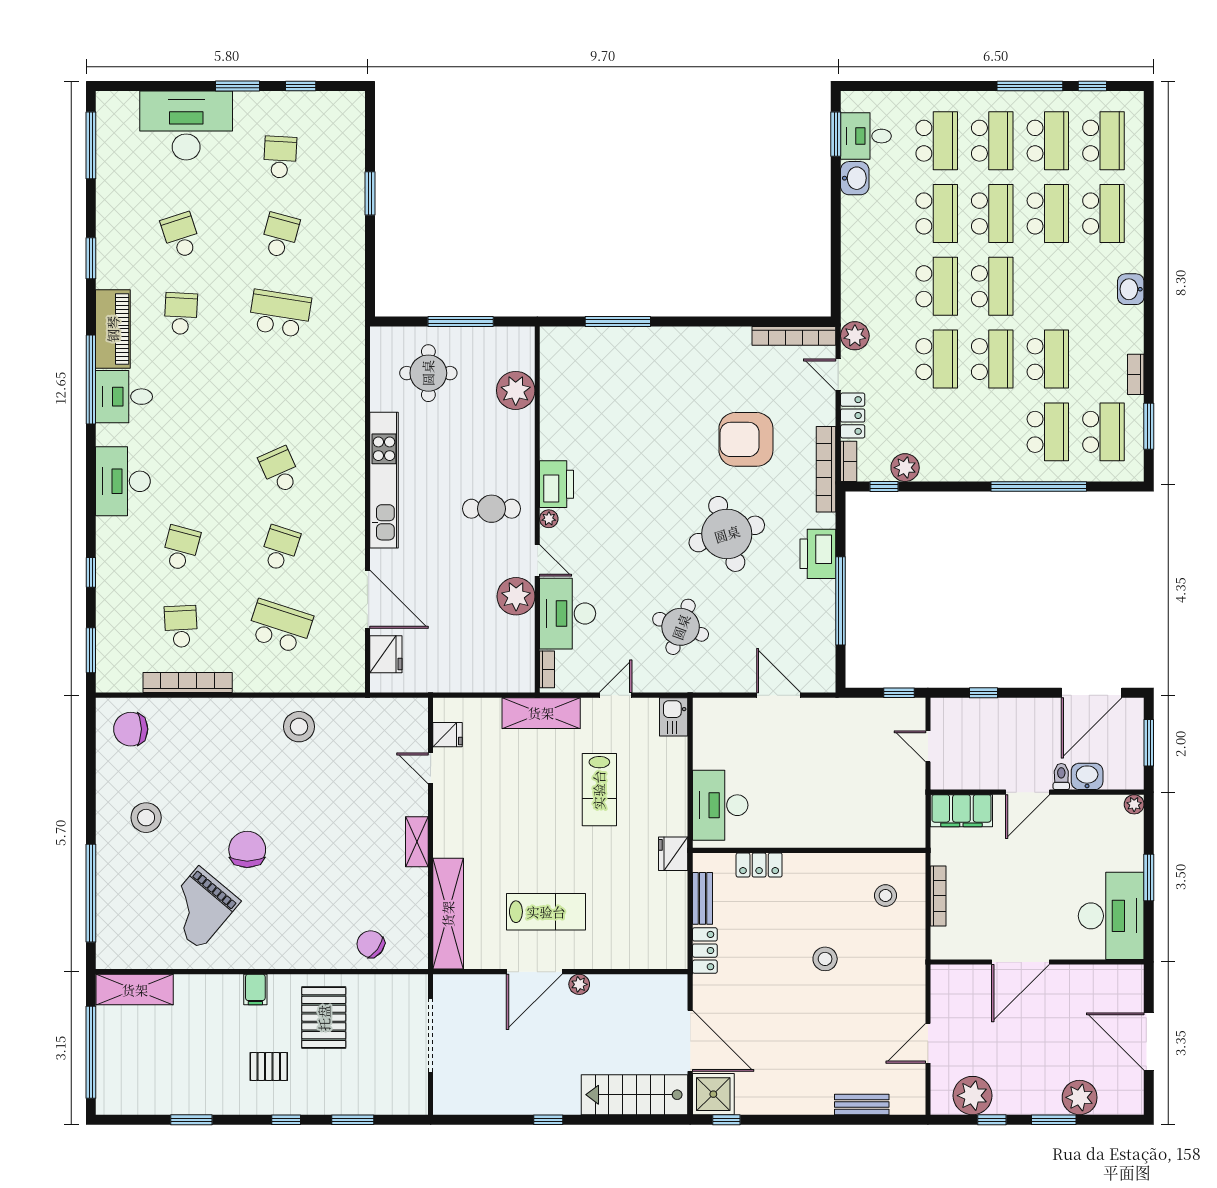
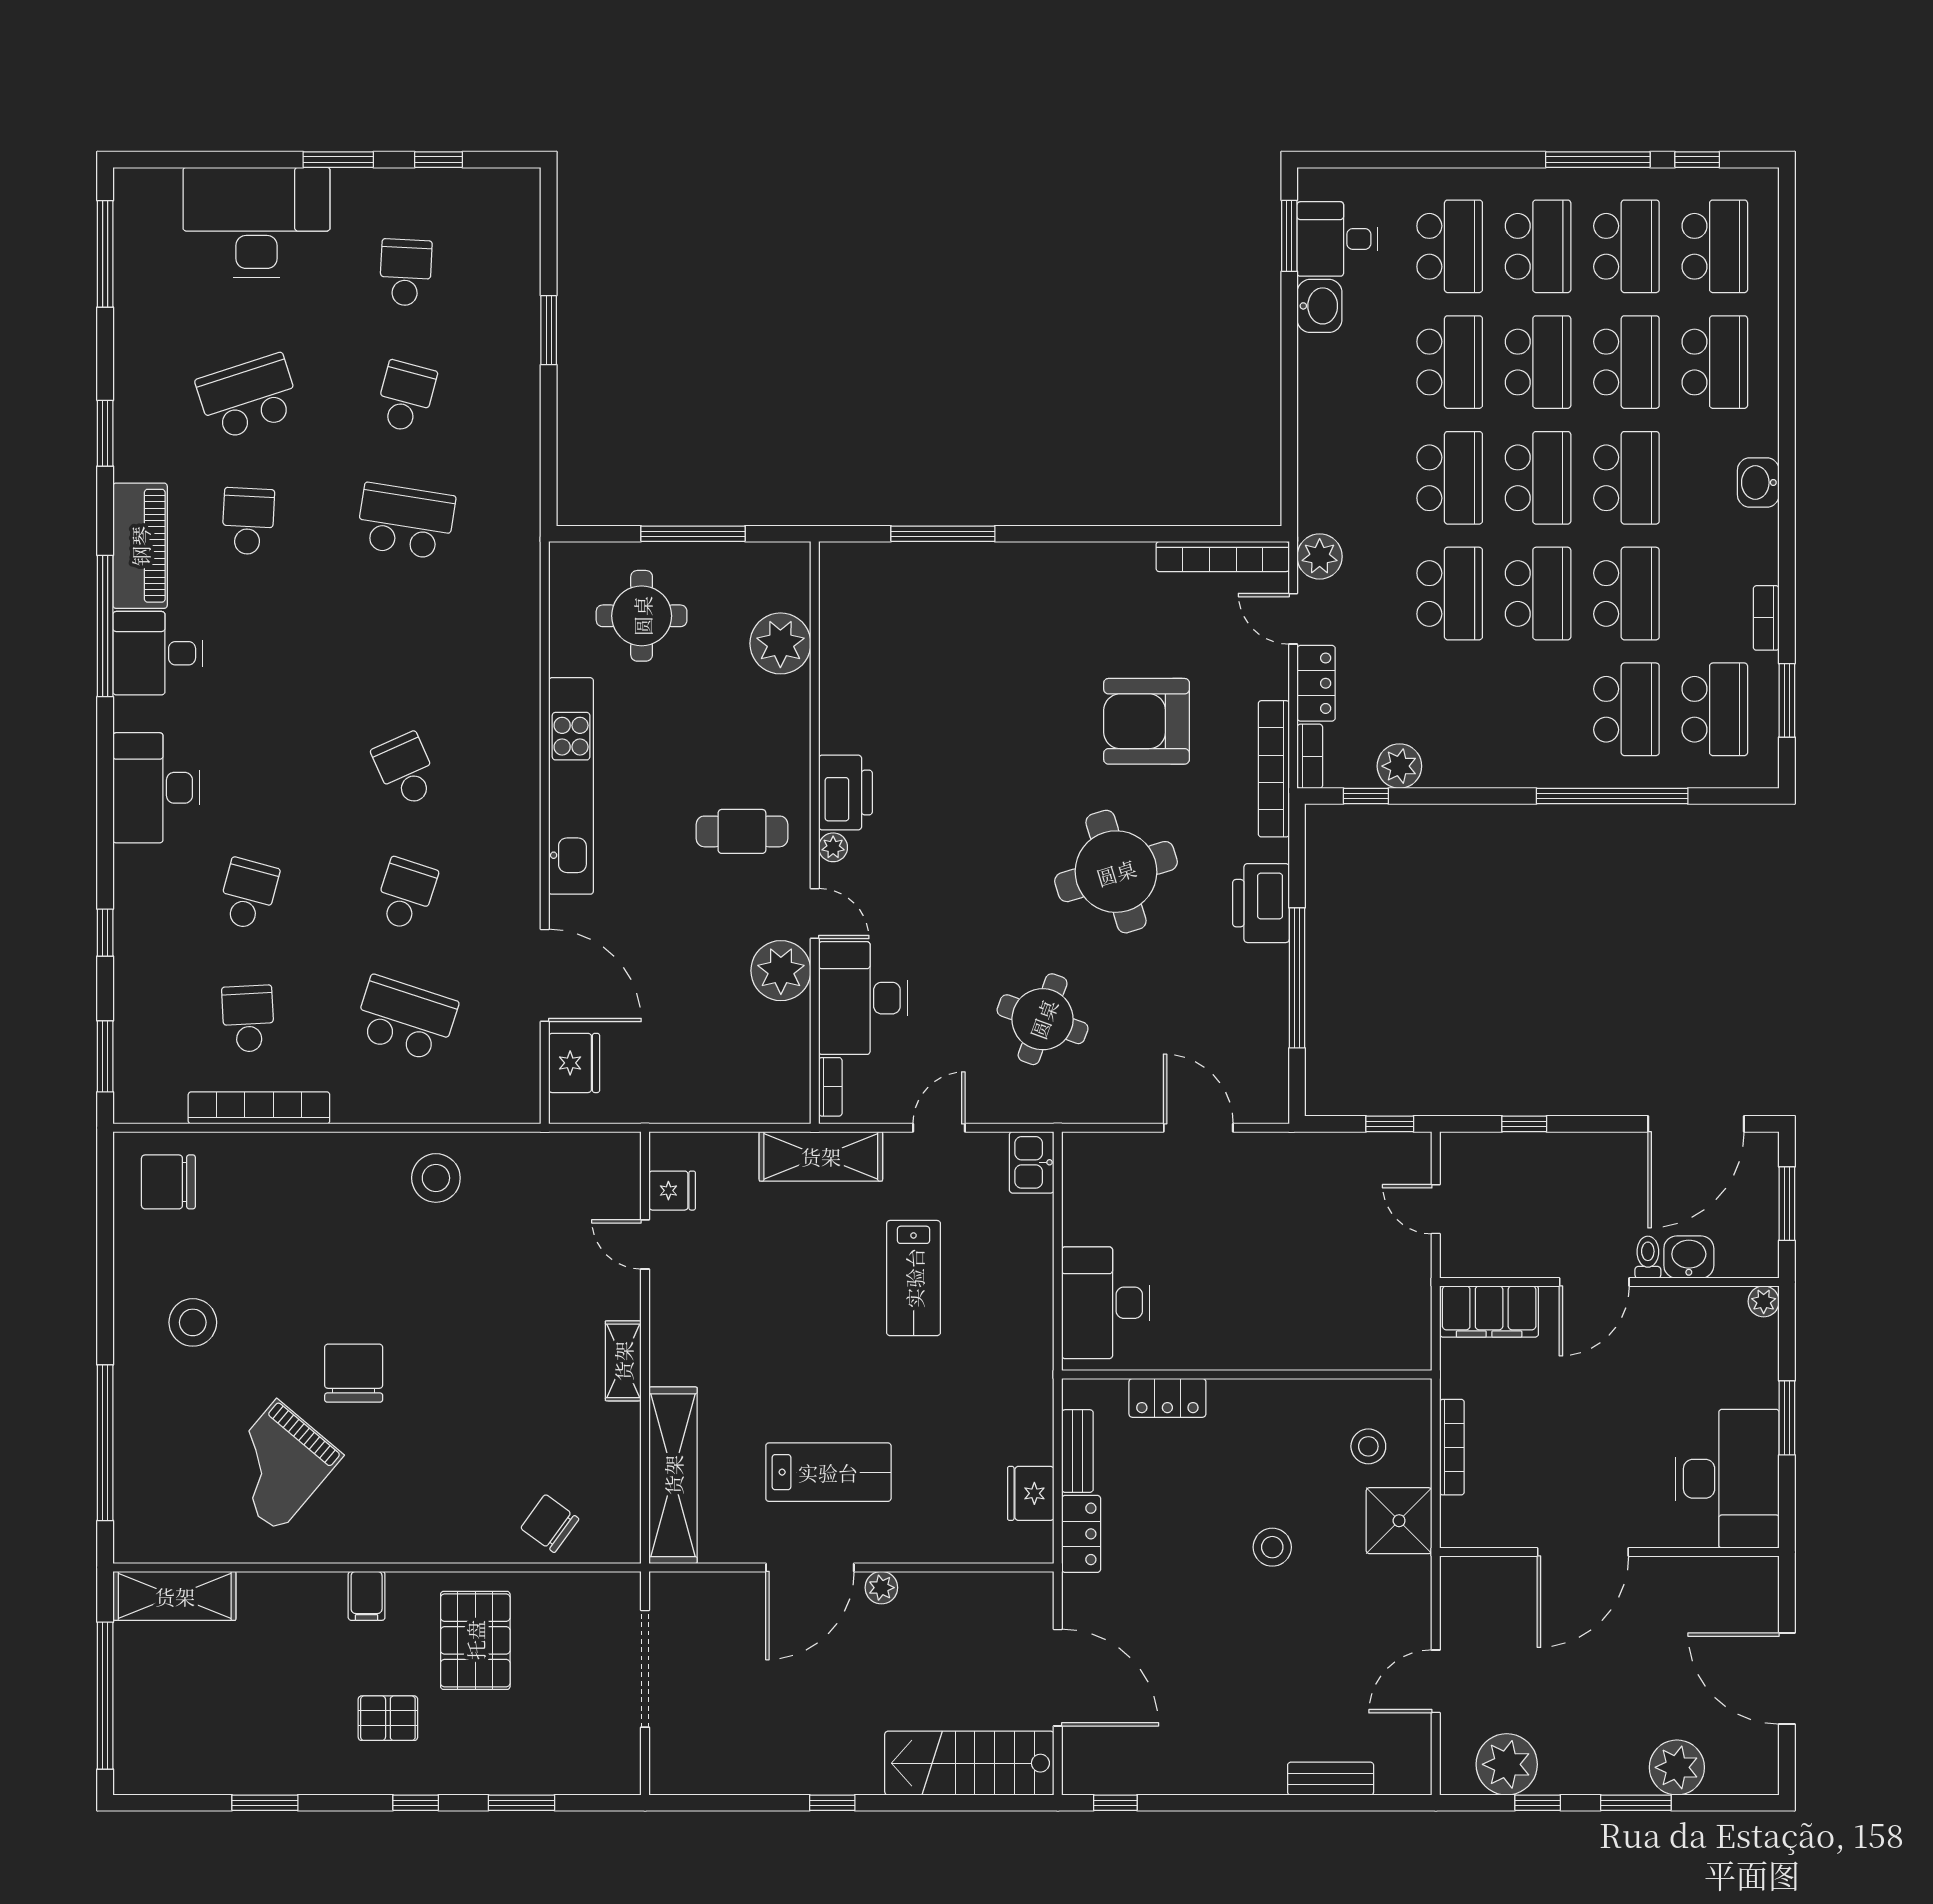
school desk: (181, 235) -> (248, 397), width x1.85
school desk: (1048, 286) -> (1626, 478), added
fridge: (673, 854) -> (1031, 1493), moved
shower: (713, 1094) -> (1399, 1521), moved

